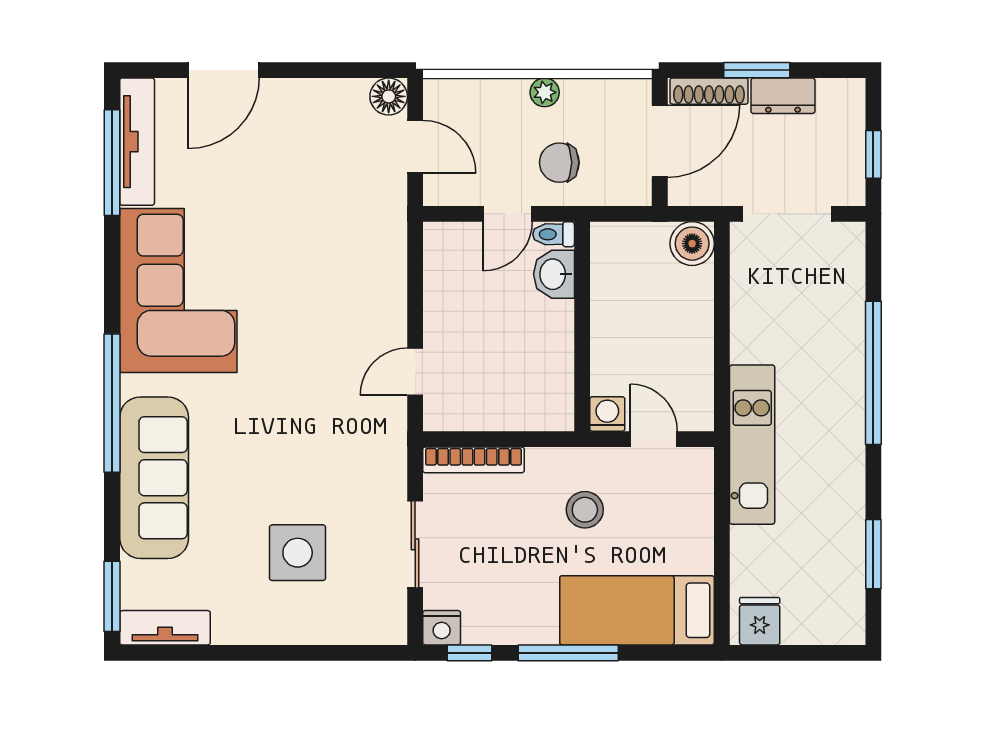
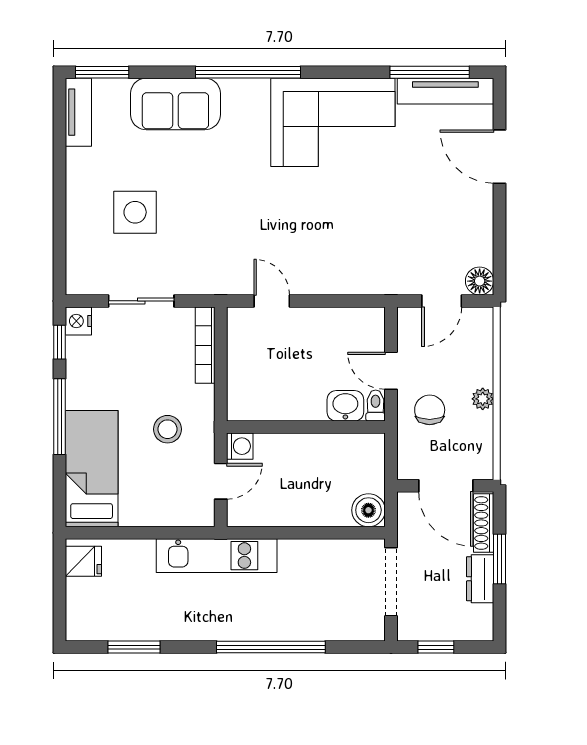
sofa: (154, 478) -> (175, 104), width x0.73

